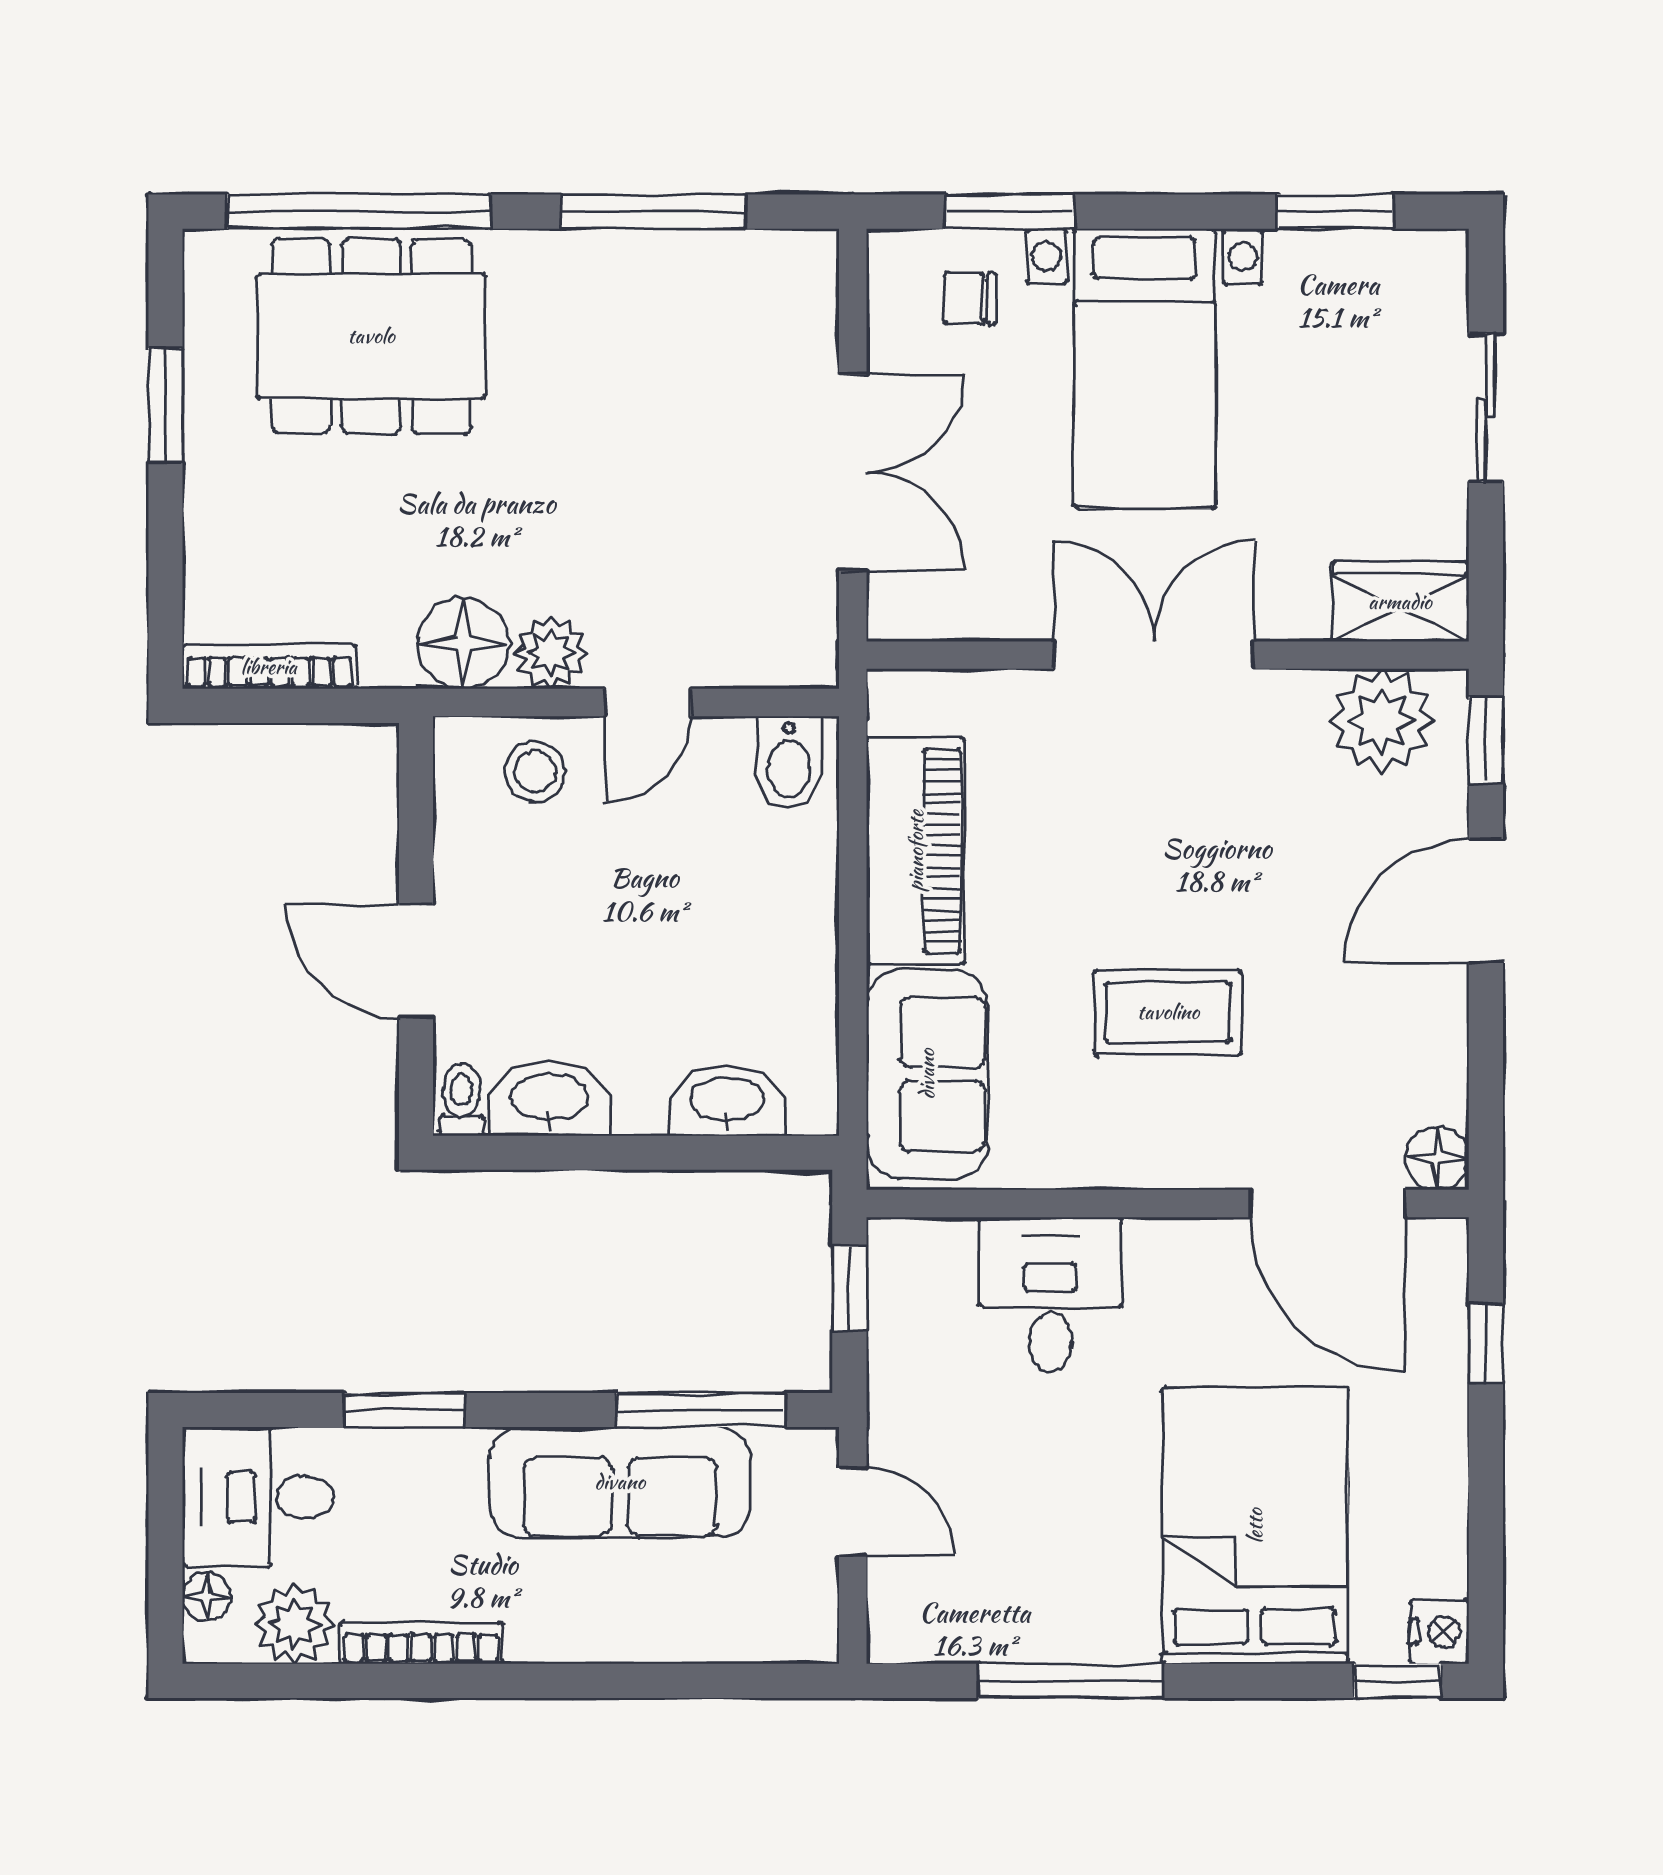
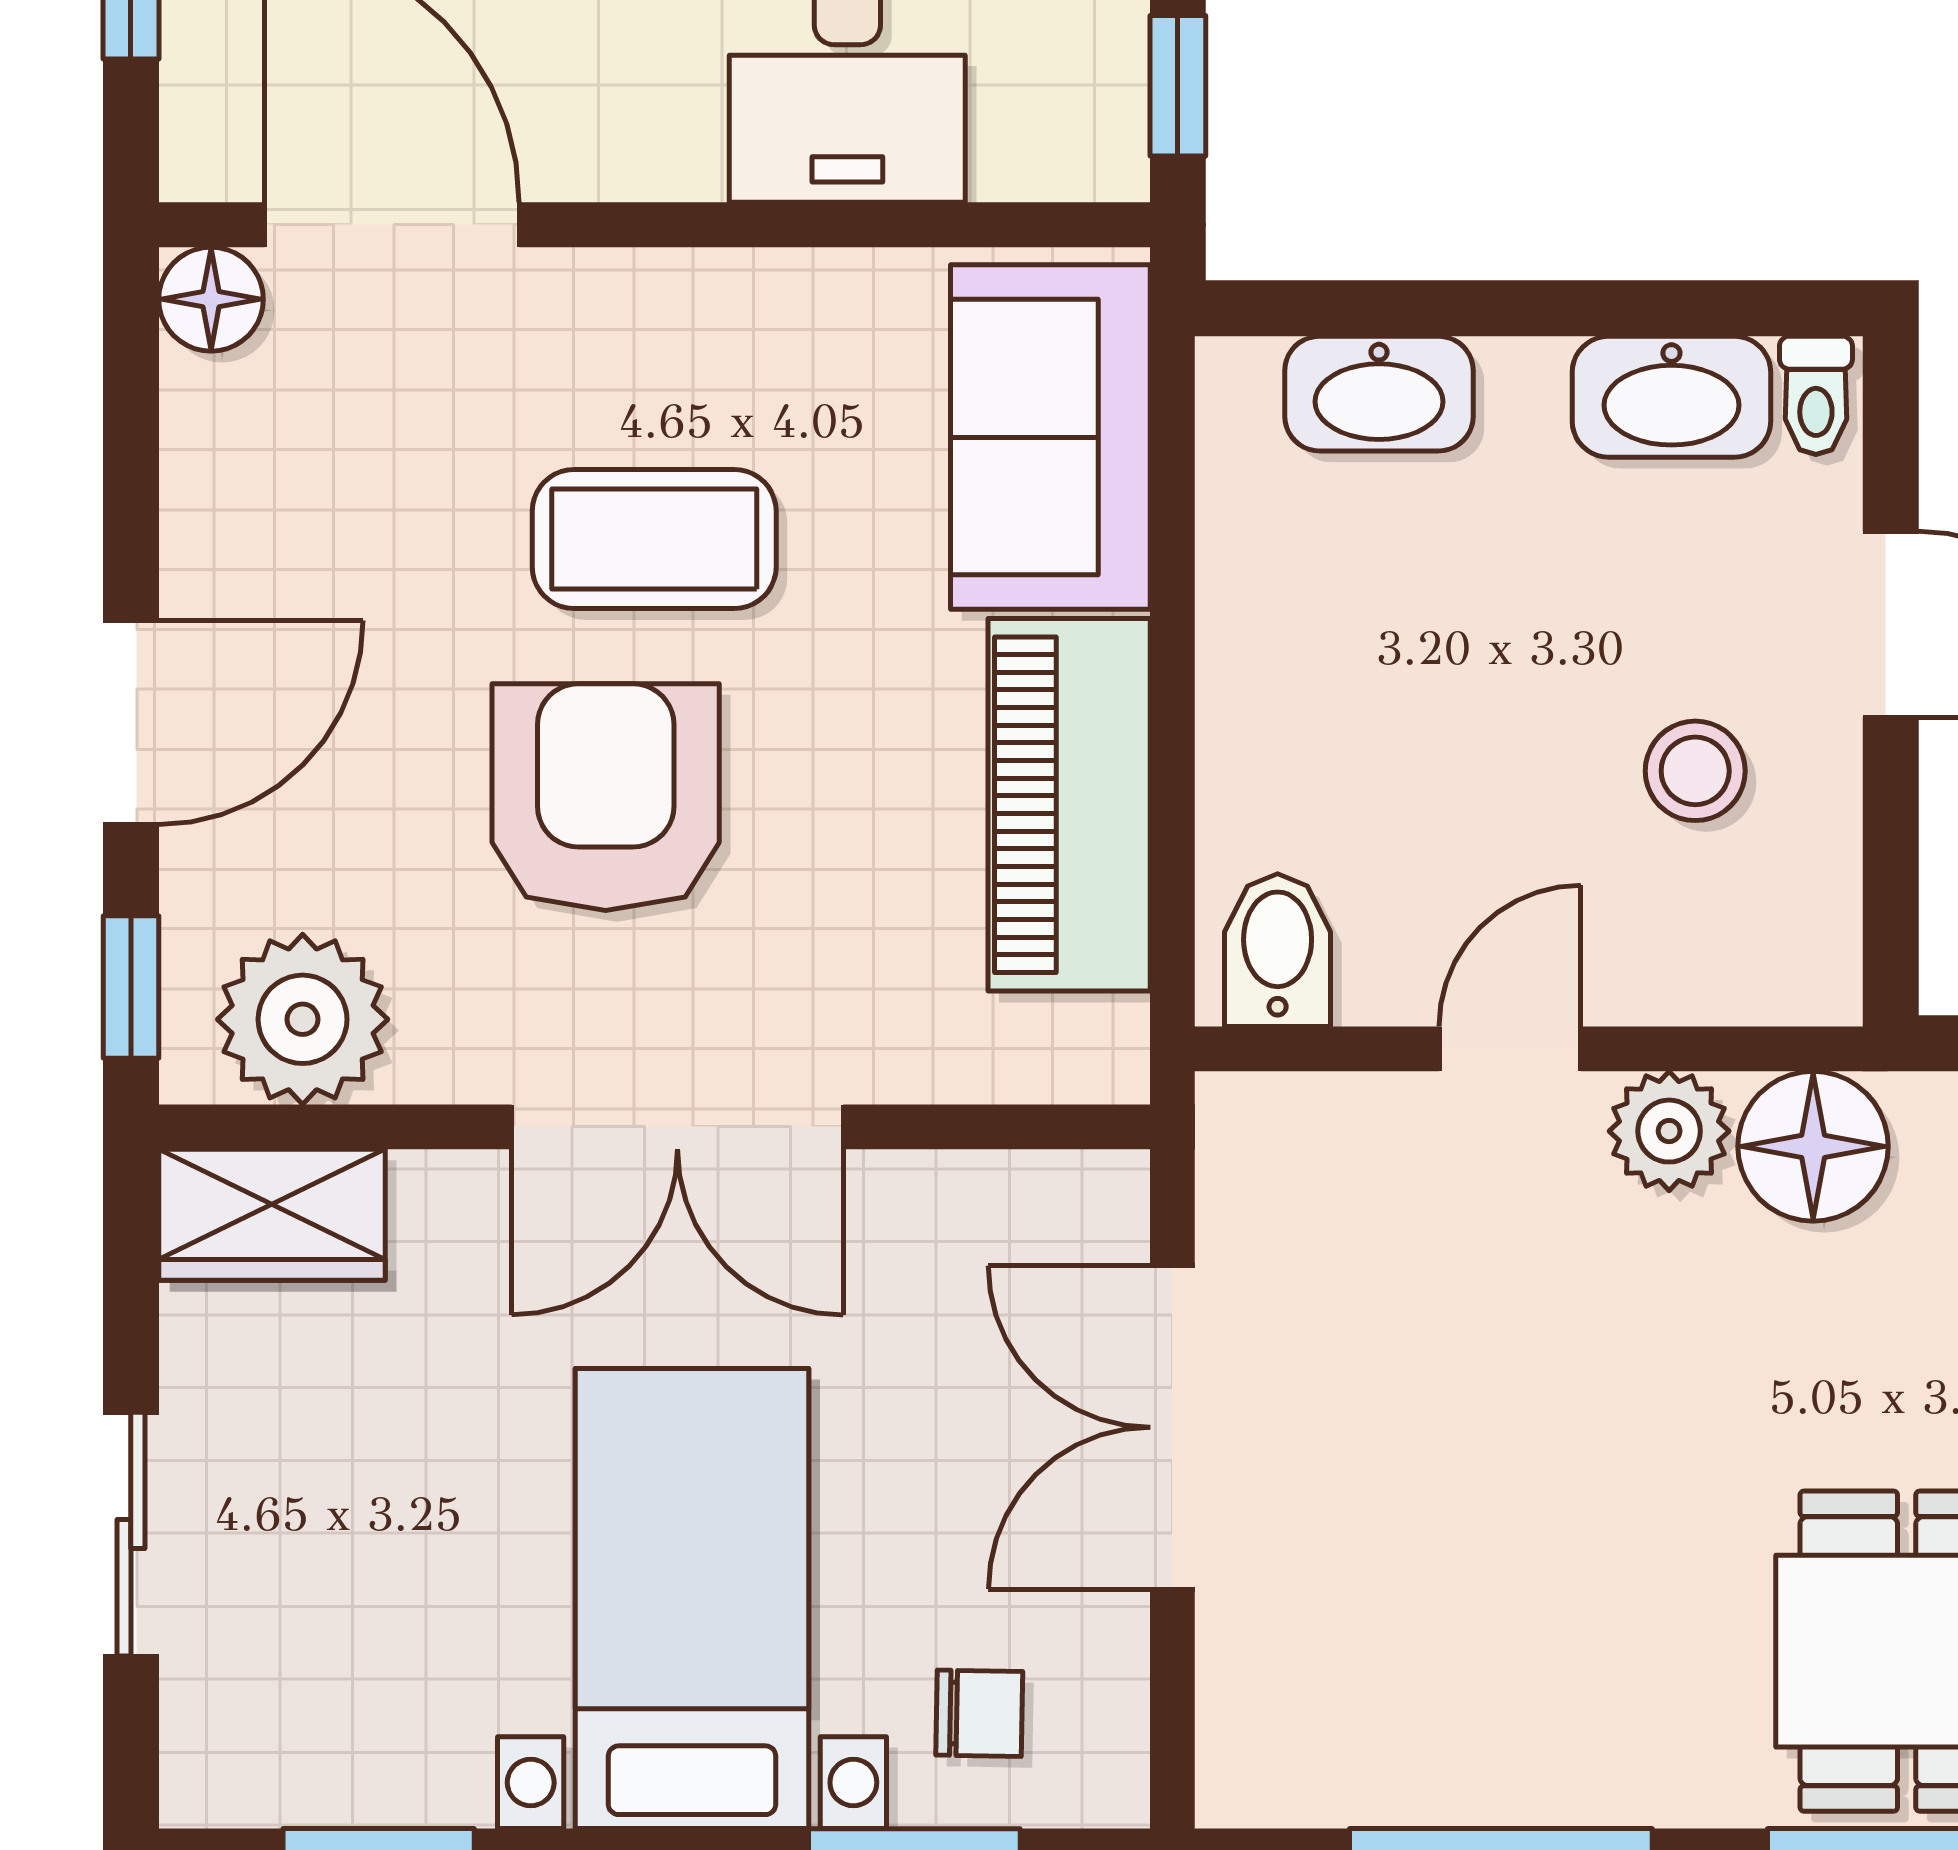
stool: (535, 771) -> (1695, 771), moved
armchair: (1197, 856) -> (606, 797), added

